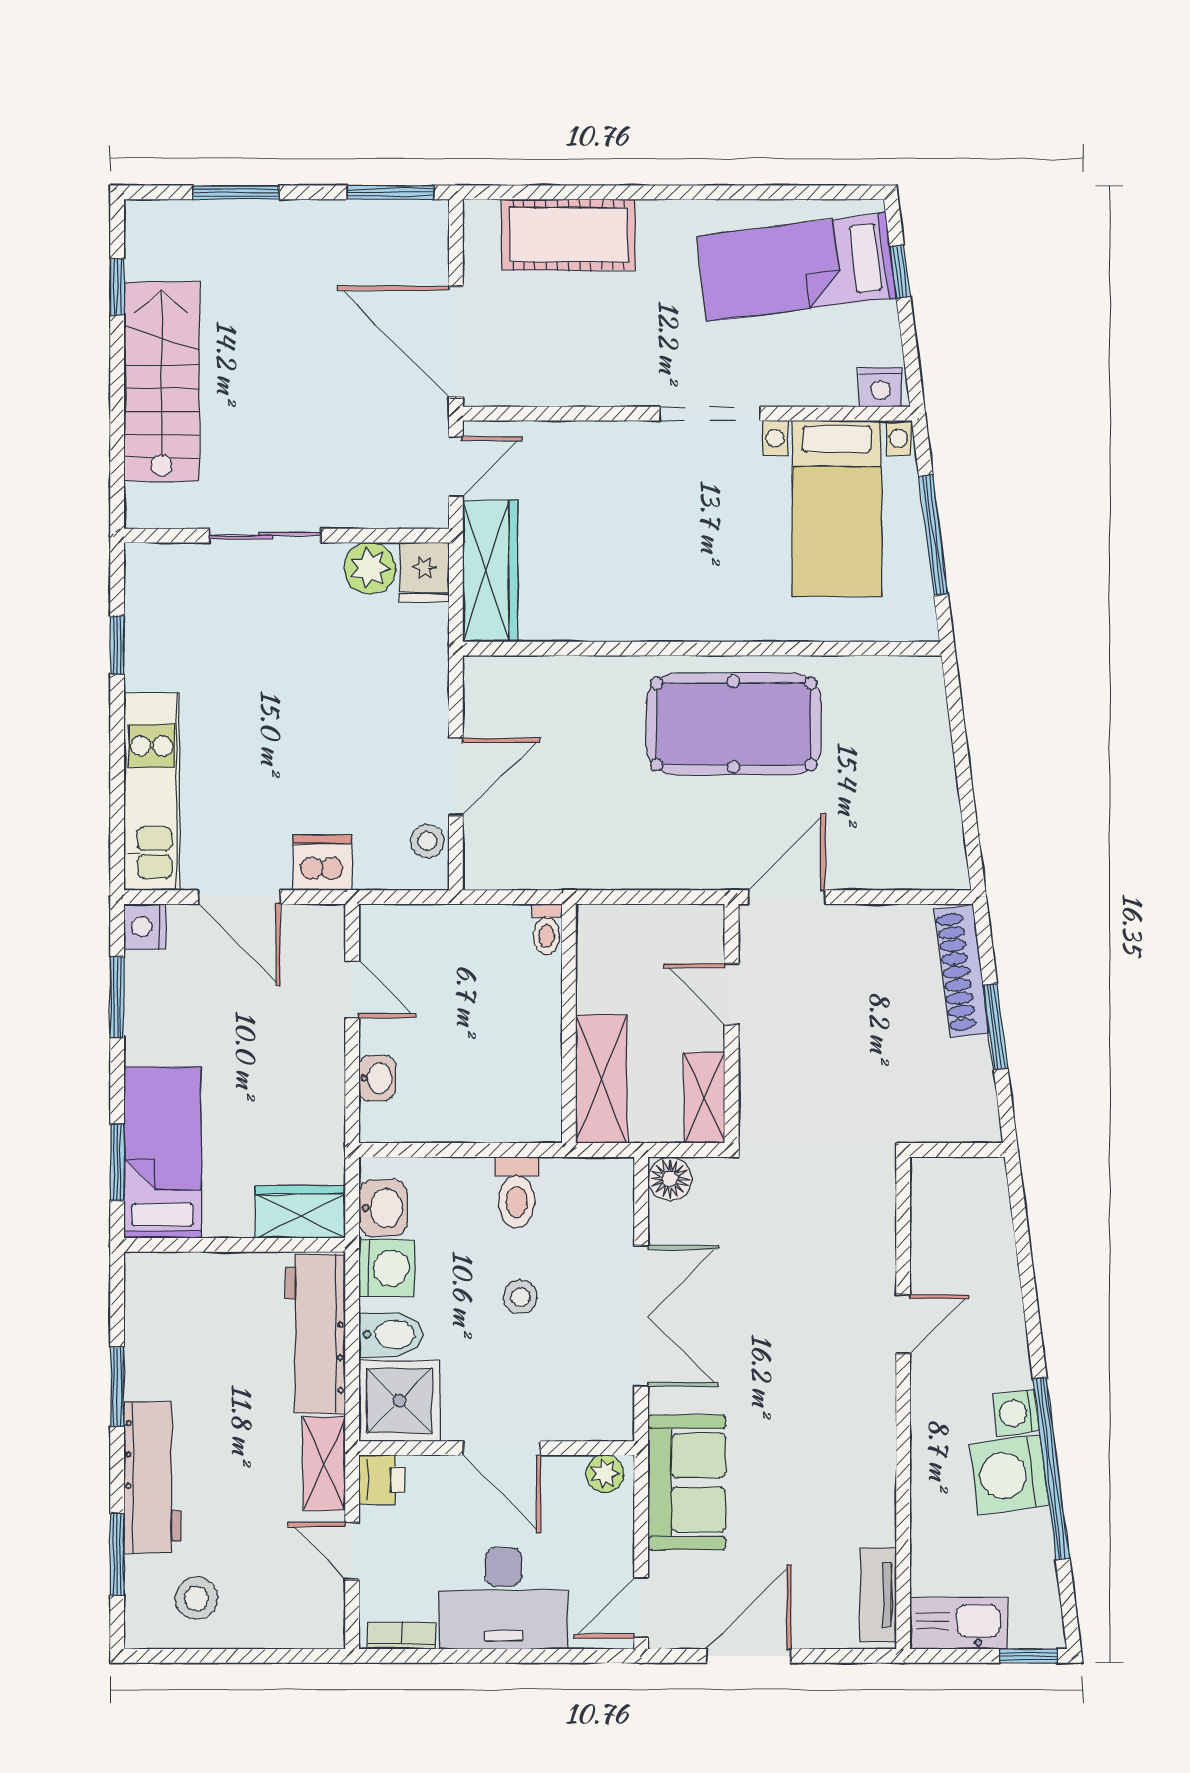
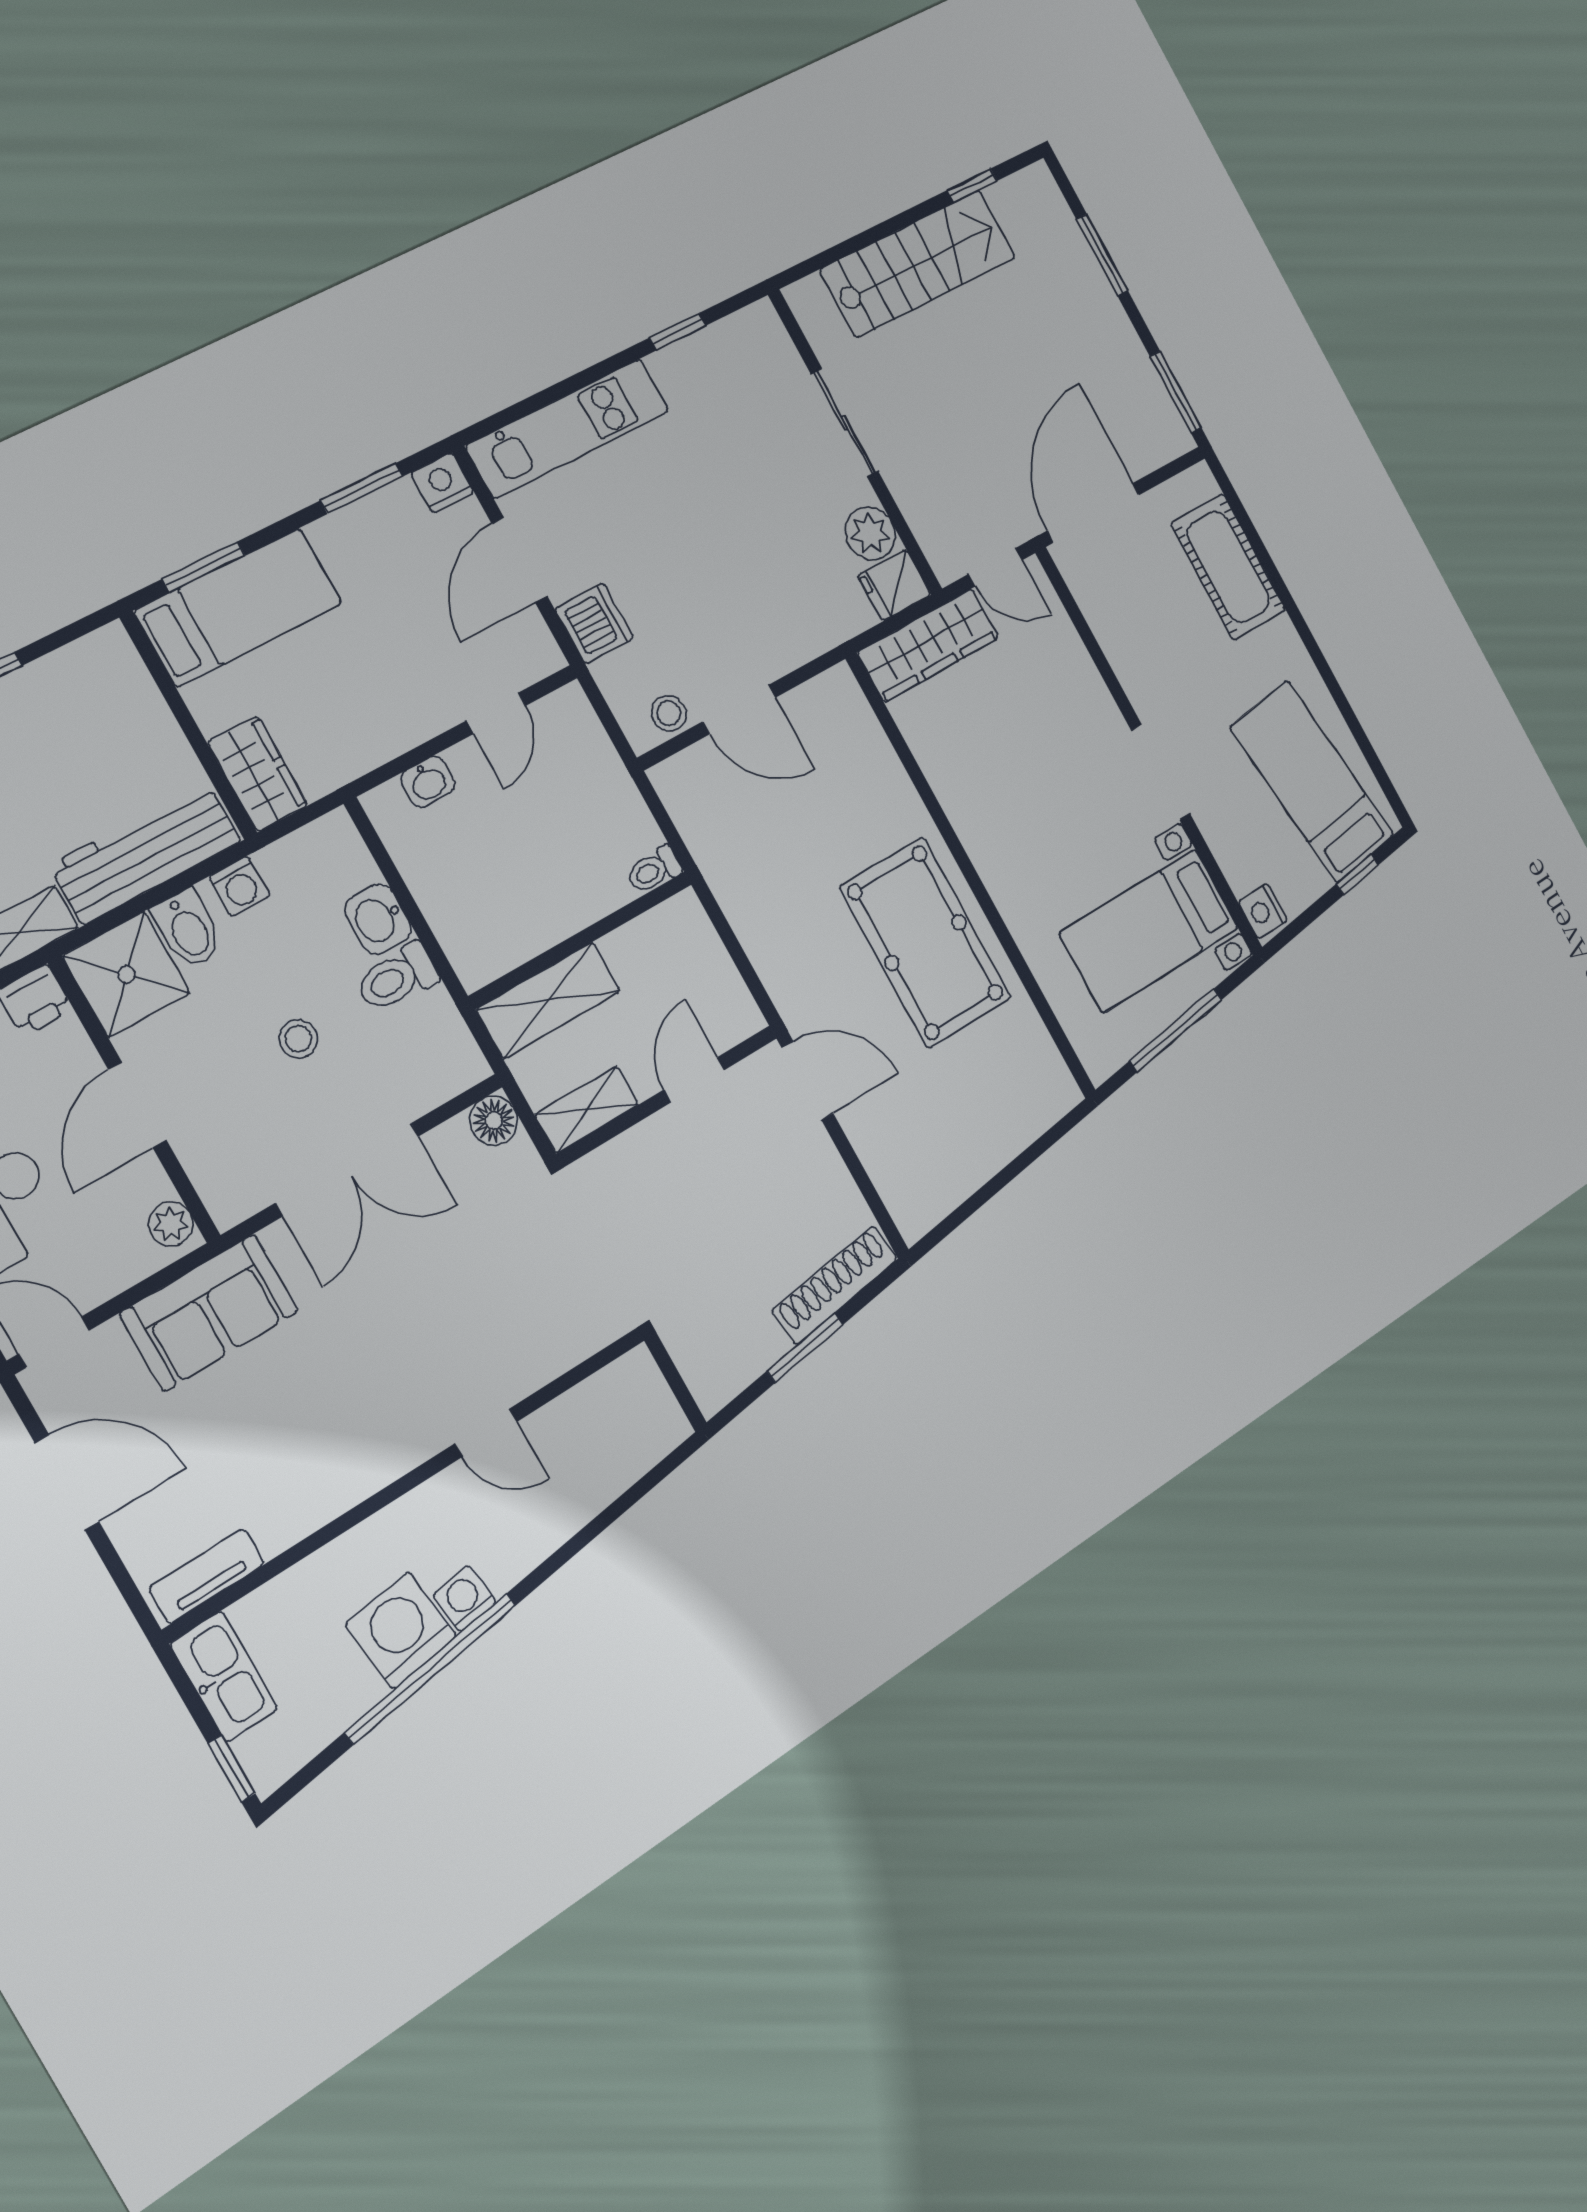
washbasin: (383, 1208) -> (378, 919), moved, turned 90
washing machine: (387, 1268) -> (240, 886), width x0.73, depth x0.73

